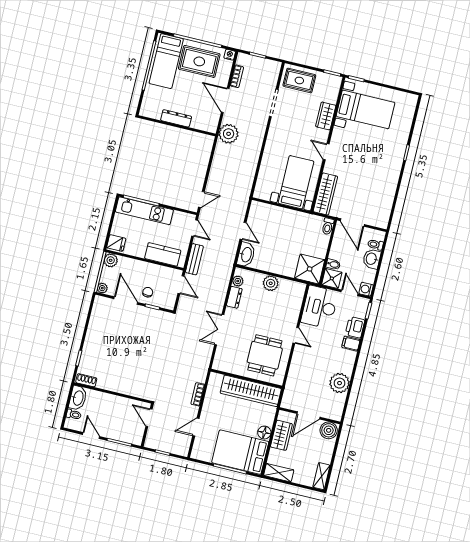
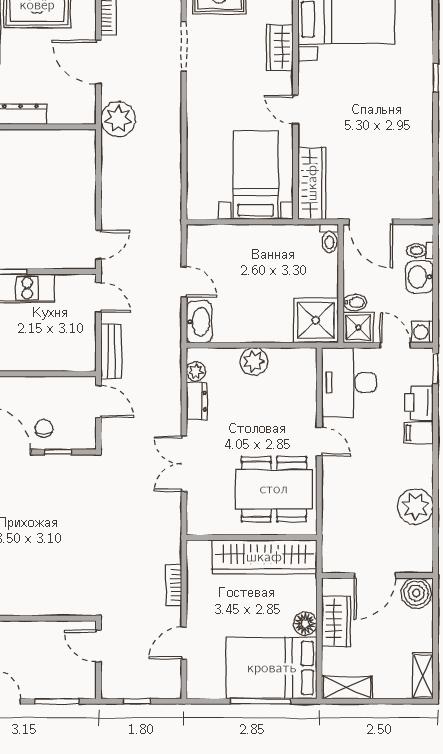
kitchen counter: (163, 254) -> (54, 356), removed
dining table: (265, 355) -> (274, 489), width x1.38

